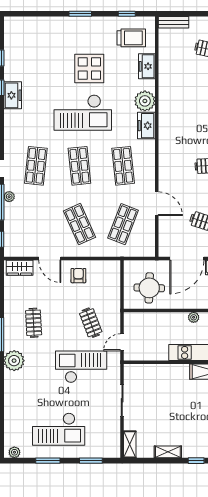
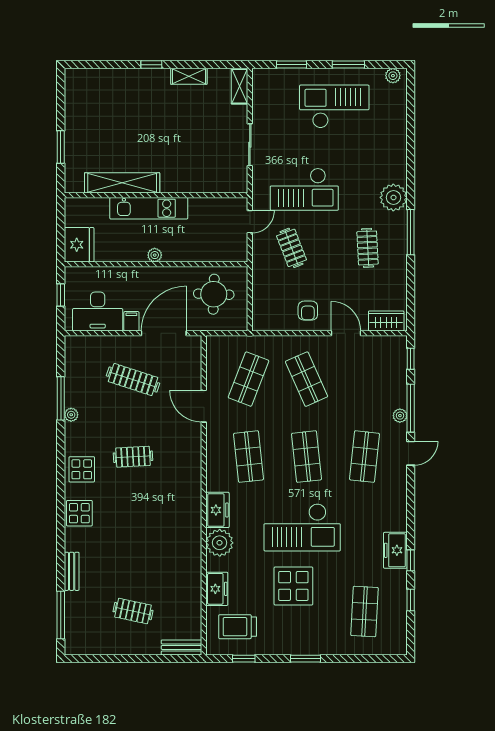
shop shelf: (36, 49) -> (364, 612), added
checkout: (83, 113) -> (302, 527), turned 180

